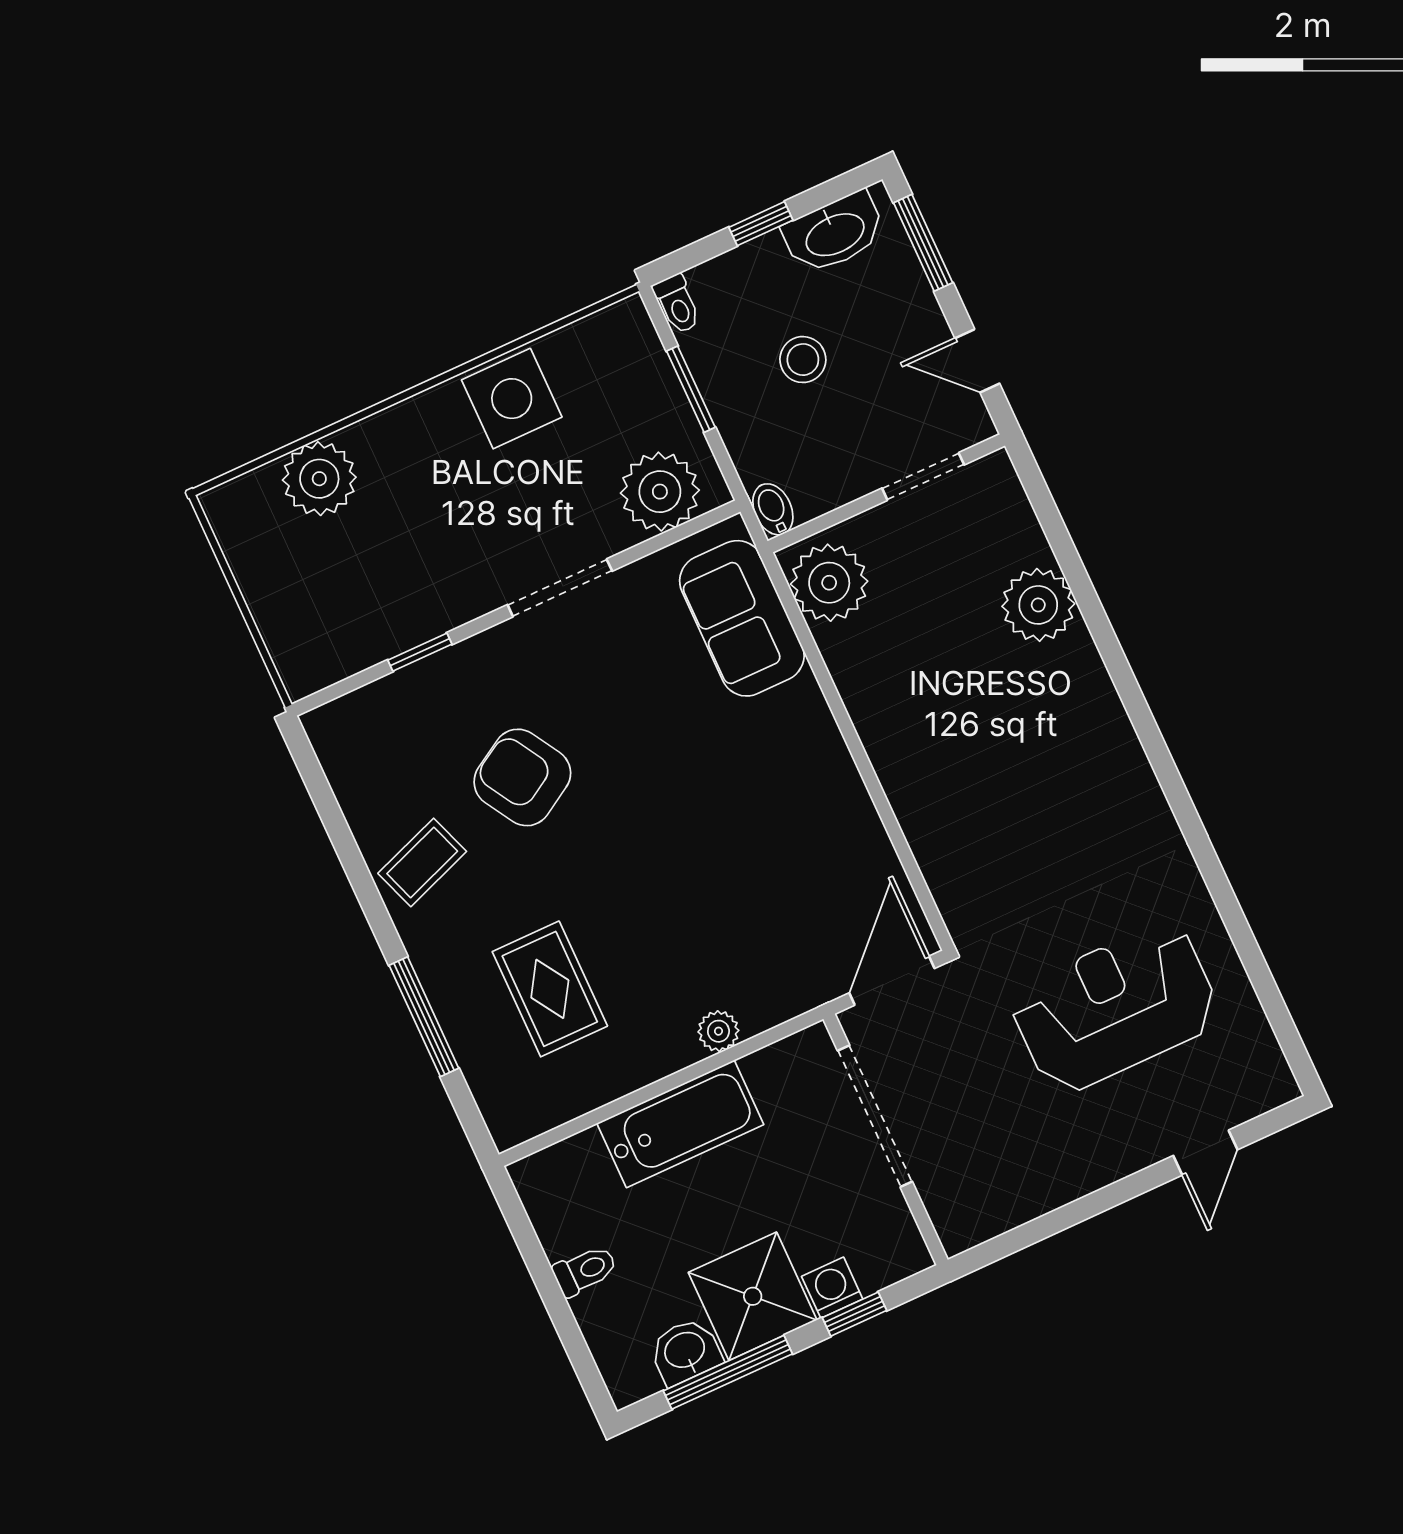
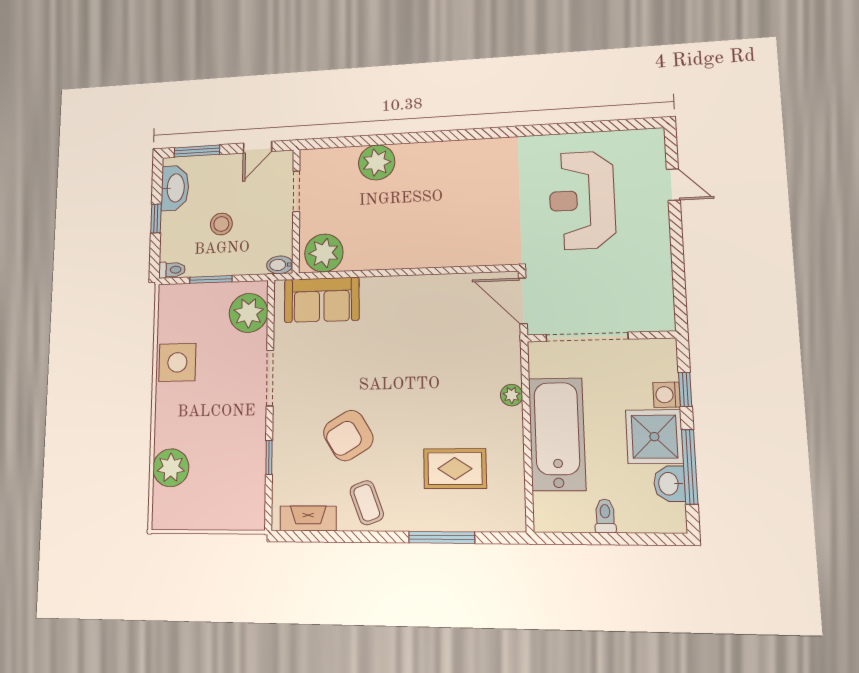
fireplace: (348, 772) -> (308, 518), added
bathtub: (680, 1124) -> (557, 434), width x1.36, depth x1.36

